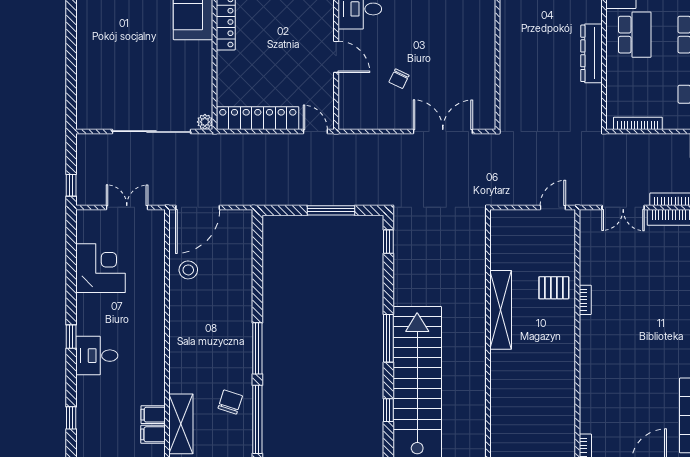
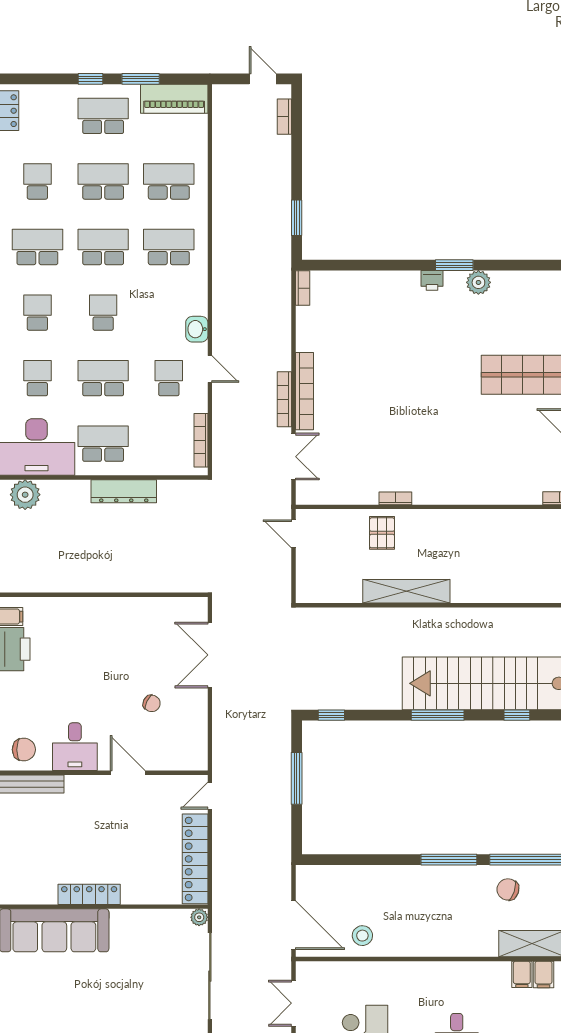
door: (336, 57) -> (128, 773), hinge flipped

